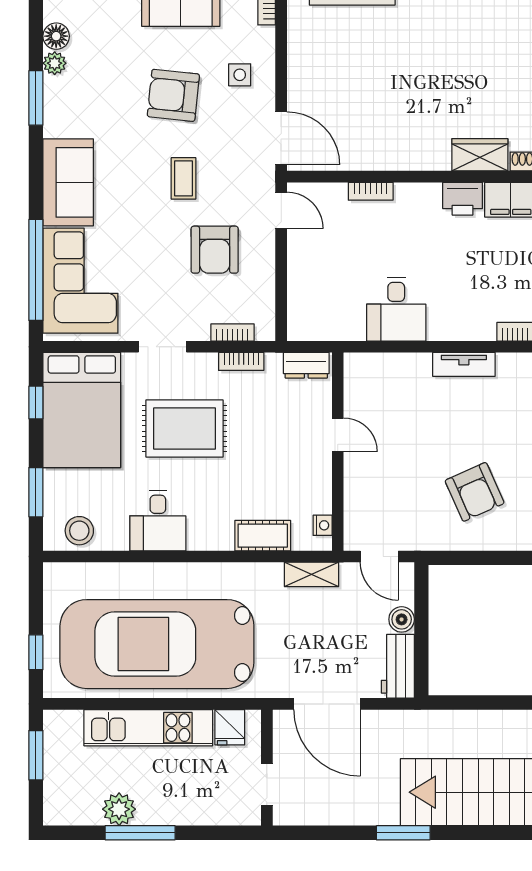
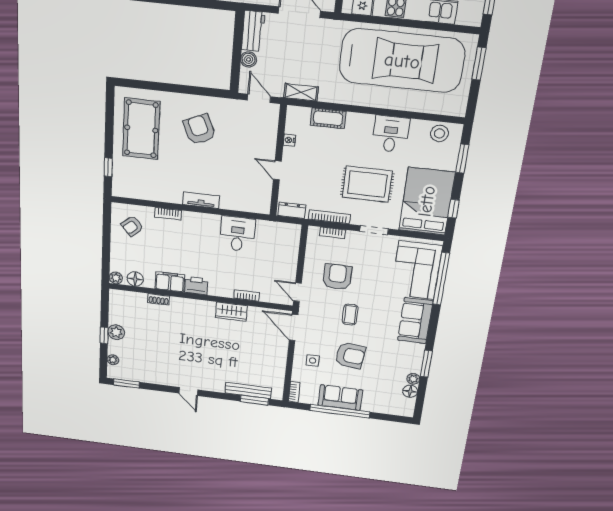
wardrobe: (480, 155) -> (231, 312), moved
bookcase: (241, 361) -> (329, 217), width x1.56
nightstand: (323, 525) -> (289, 140), moved
window: (36, 652) -> (479, 64), width x1.50

